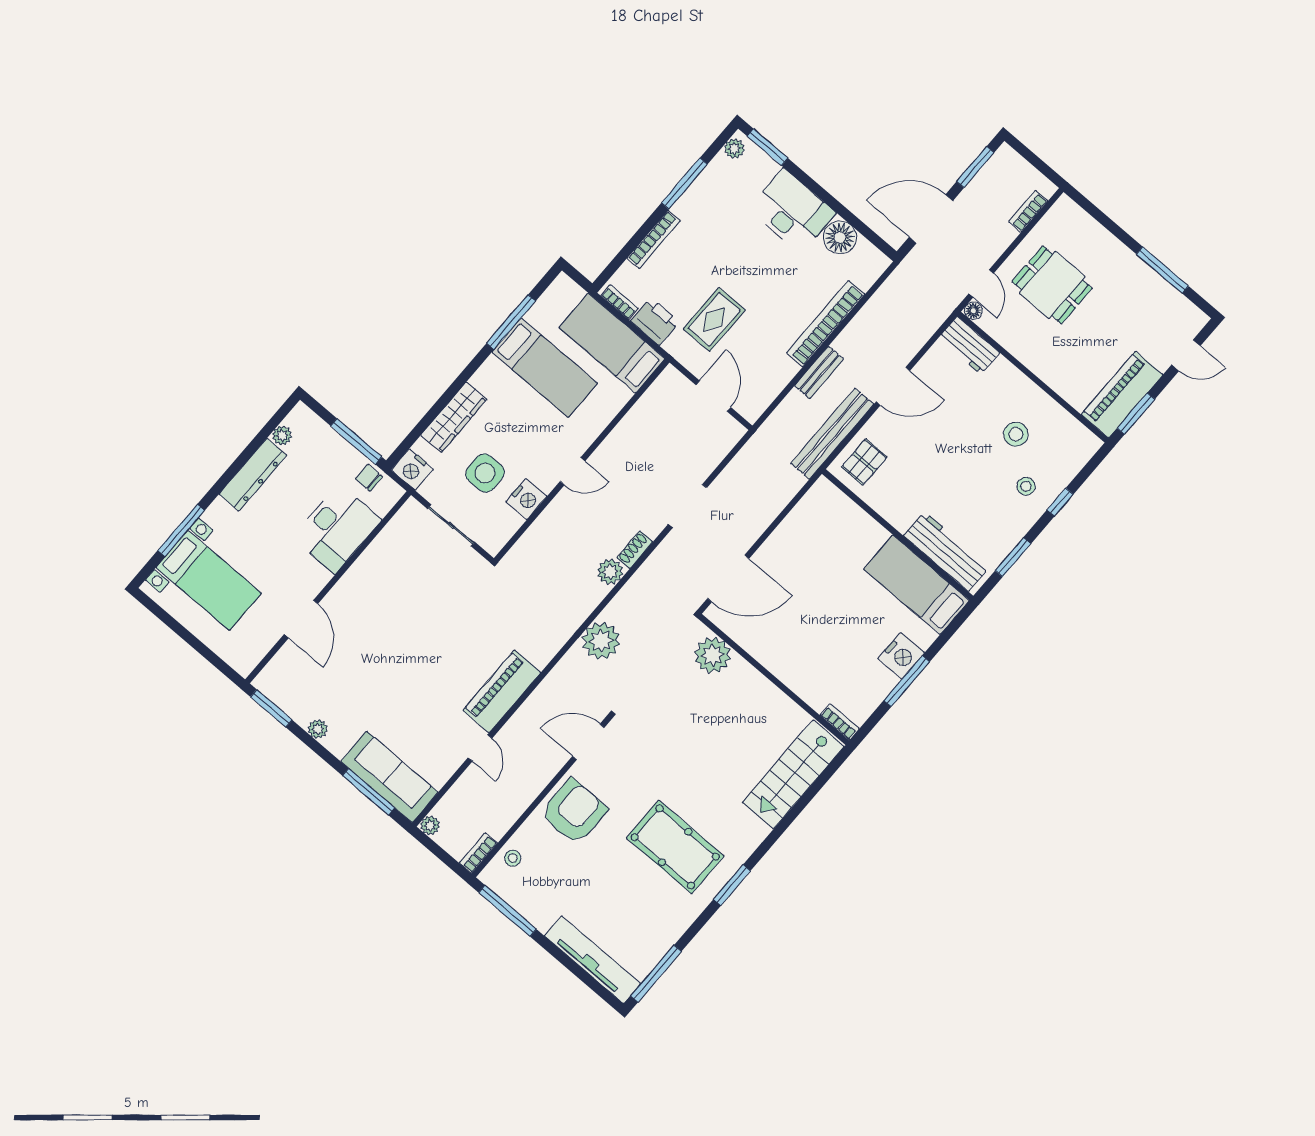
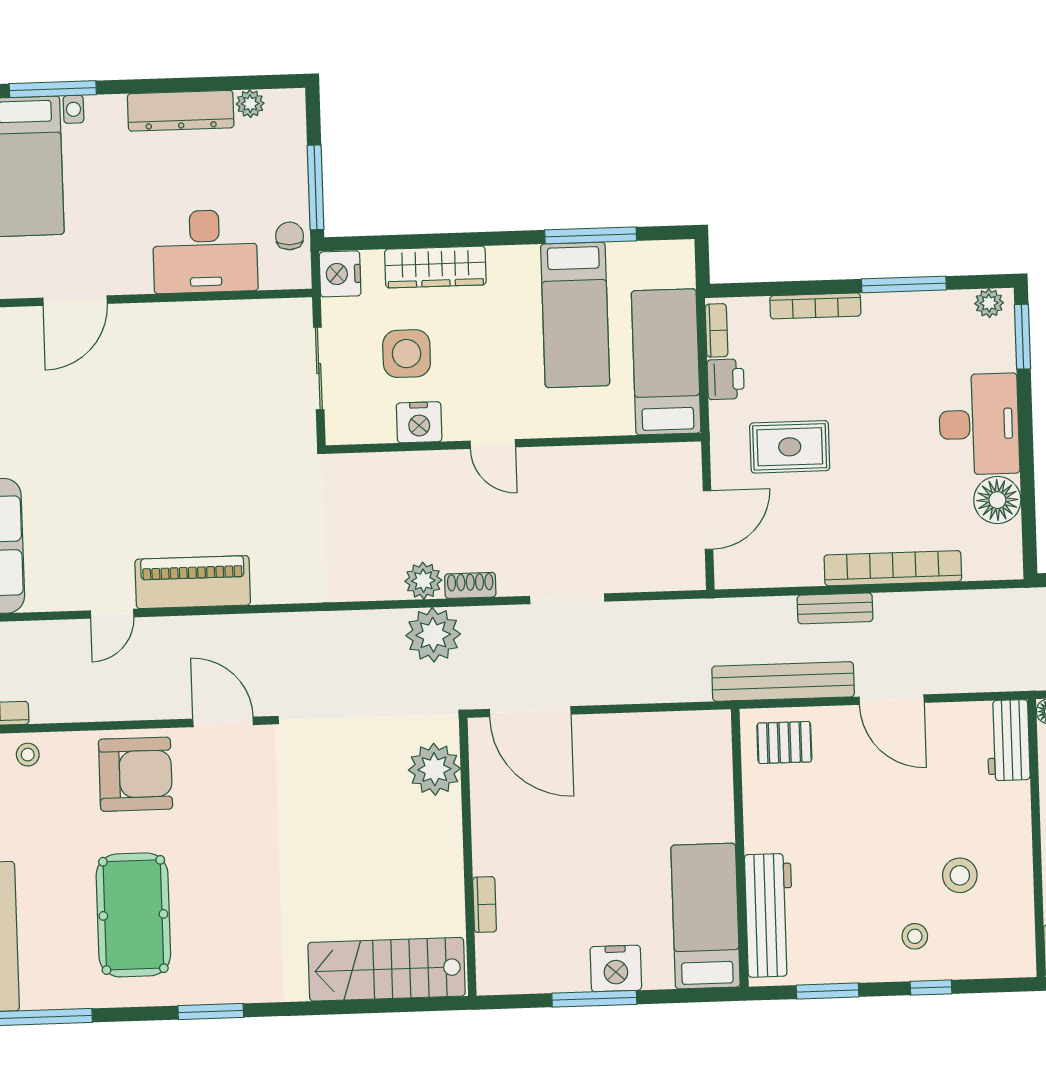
printer: (655, 321) -> (726, 379), width x0.73, depth x0.81
plant: (601, 641) -> (433, 635), moved
bookcase: (840, 722) -> (485, 904), moved
pool table: (675, 847) -> (133, 915), moved

